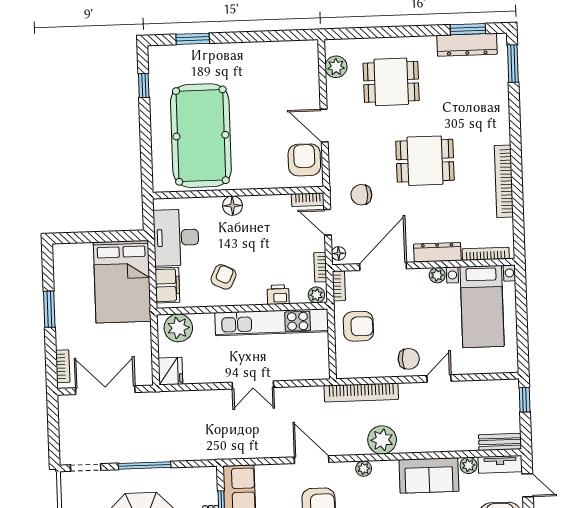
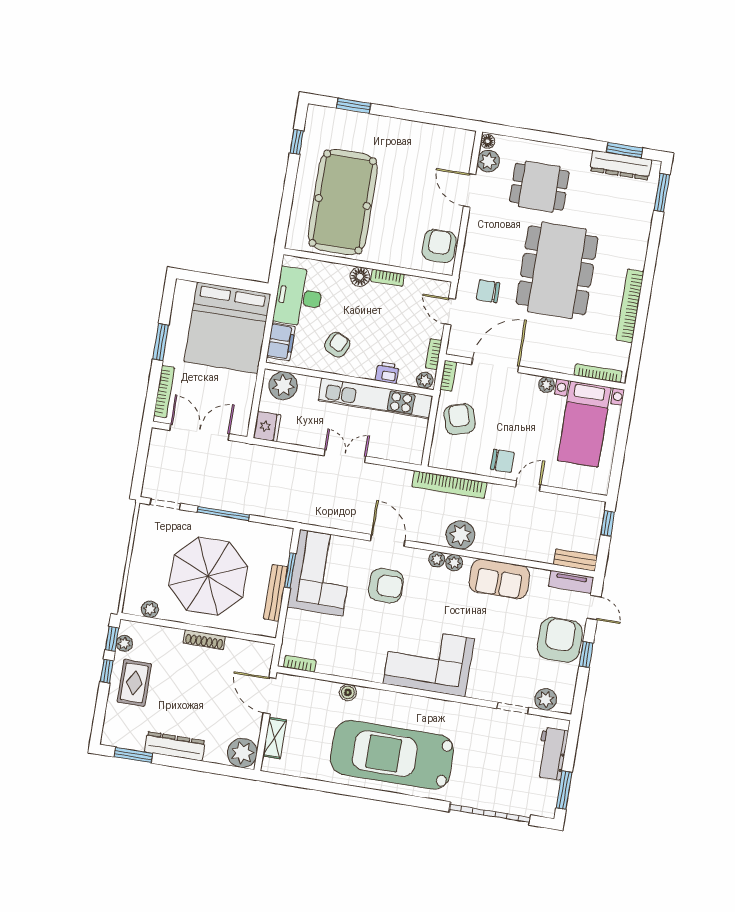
door: (324, 126) -> (469, 191), moved
dining table: (425, 161) -> (557, 270), width x1.87, depth x1.24
bookcase: (308, 200) -> (388, 278), moved
dresser: (437, 252) -> (551, 362), removed
floor lamp: (339, 253) -> (488, 141), moved
bed: (122, 282) -> (227, 328), width x1.36
armchair: (358, 326) -> (459, 419), turned -107
bookcase: (63, 366) -> (164, 391), width x1.56
double door: (253, 385) -> (345, 456), swing flipped
plant: (468, 465) -> (454, 563), moved

